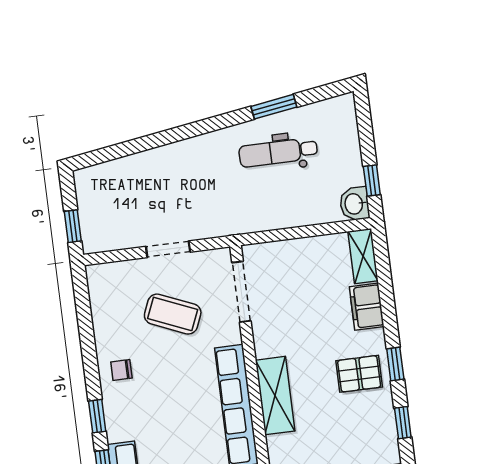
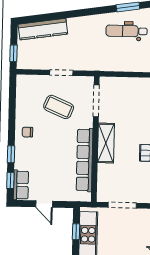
kitchen counter: (121, 173) -> (43, 29), added
shelving: (275, 396) -> (106, 143), moved

